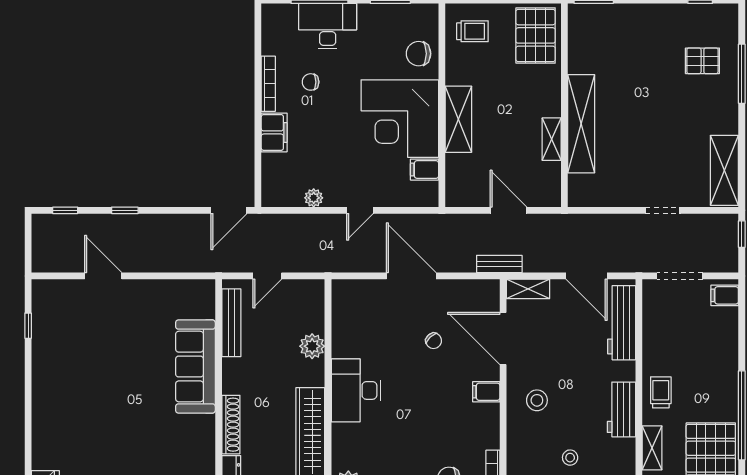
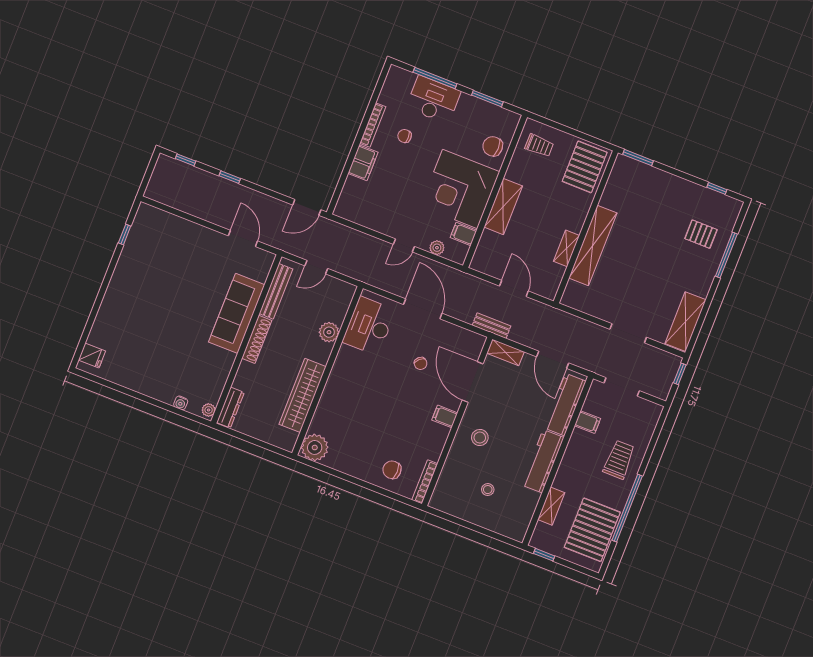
plant: (314, 198) -> (437, 248), moved
doorway: (663, 210) -> (628, 333), width x1.38
door: (103, 276) -> (243, 238), moved
filing cabinet: (725, 295) -> (587, 422), moved, turned 180
desk: (356, 390) -> (369, 326), moved
trolley: (661, 392) -> (619, 460), moved, width x1.36, depth x1.39
workbench: (621, 409) -> (543, 461), width x1.38
shoe rack: (231, 425) -> (257, 339), moved

